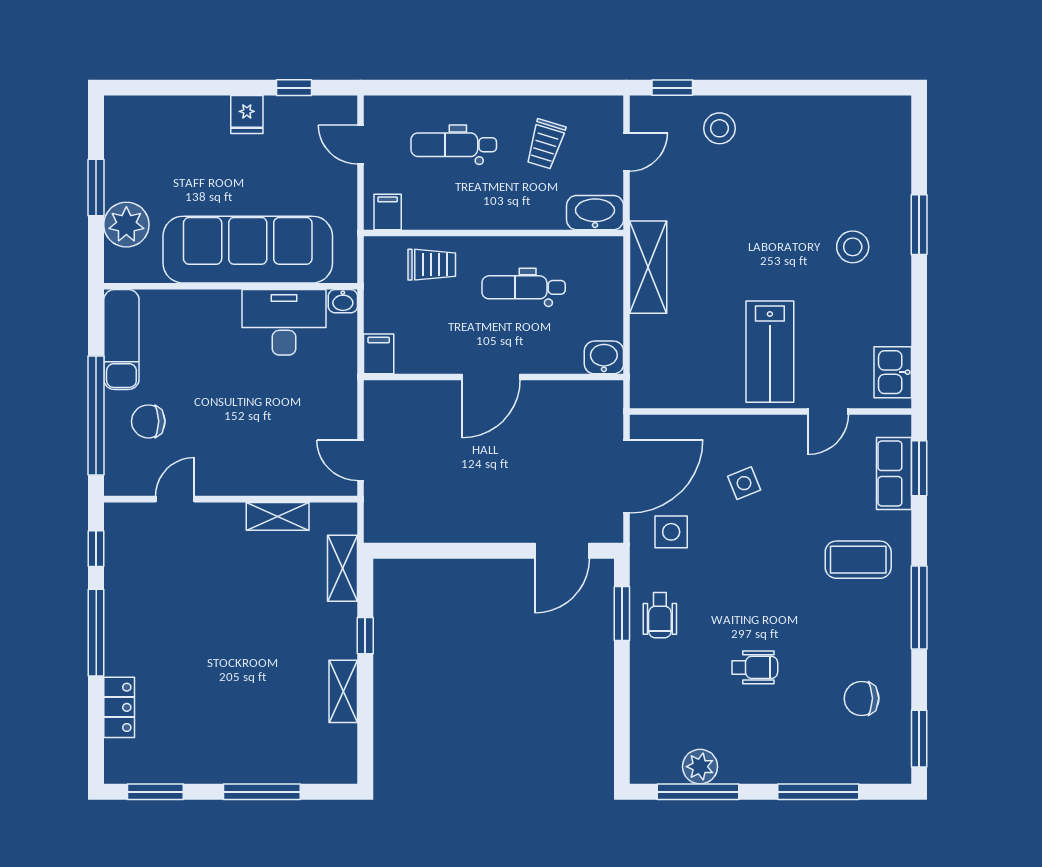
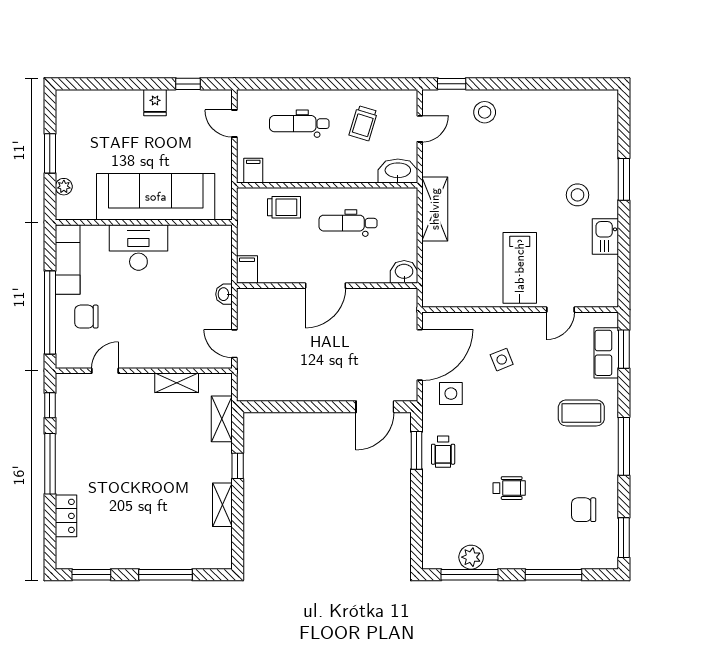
plant: (126, 225) -> (64, 187), width x0.53, depth x0.53
washbasin: (343, 301) -> (224, 294), moved, turned 90
desk: (284, 322) -> (138, 247), moved
kitchen sink: (893, 372) -> (605, 236), moved

